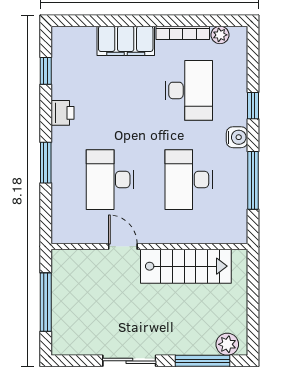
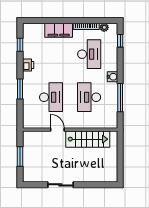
window: (253, 106) -> (120, 41), moved
desk: (110, 180) -> (51, 97), turned 180
window: (46, 302) -> (20, 156), width x0.69
plant: (227, 344) -> (108, 177), removed
window: (202, 361) -> (96, 185), removed

